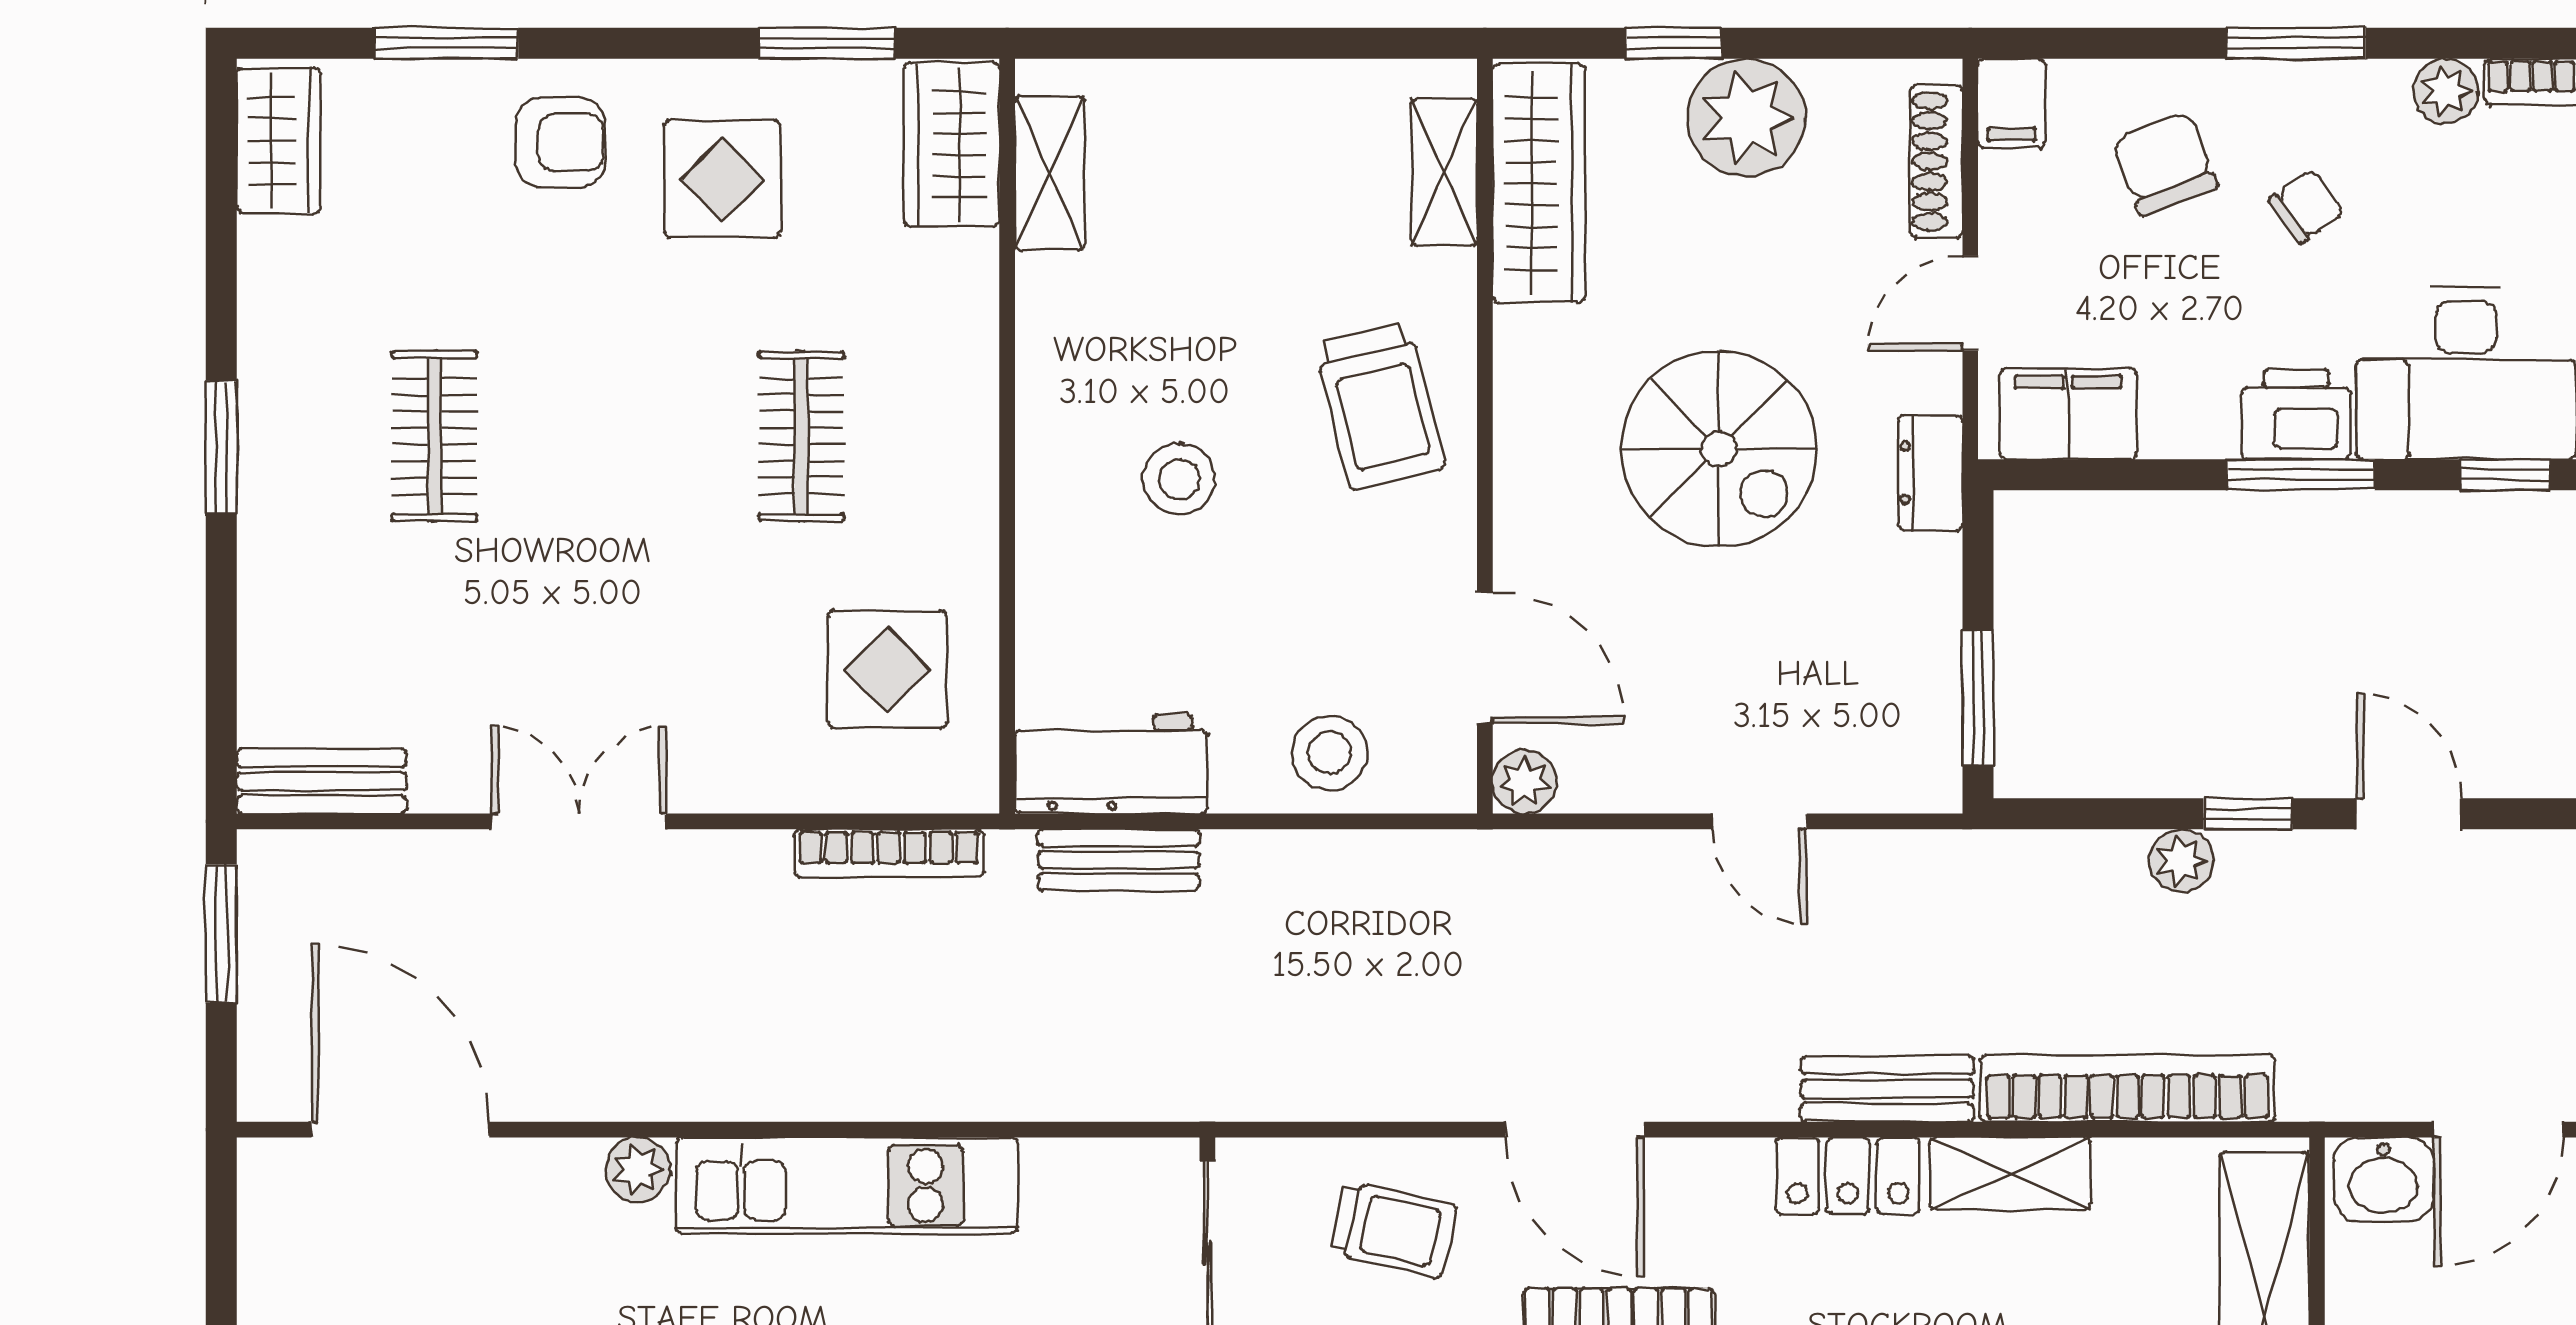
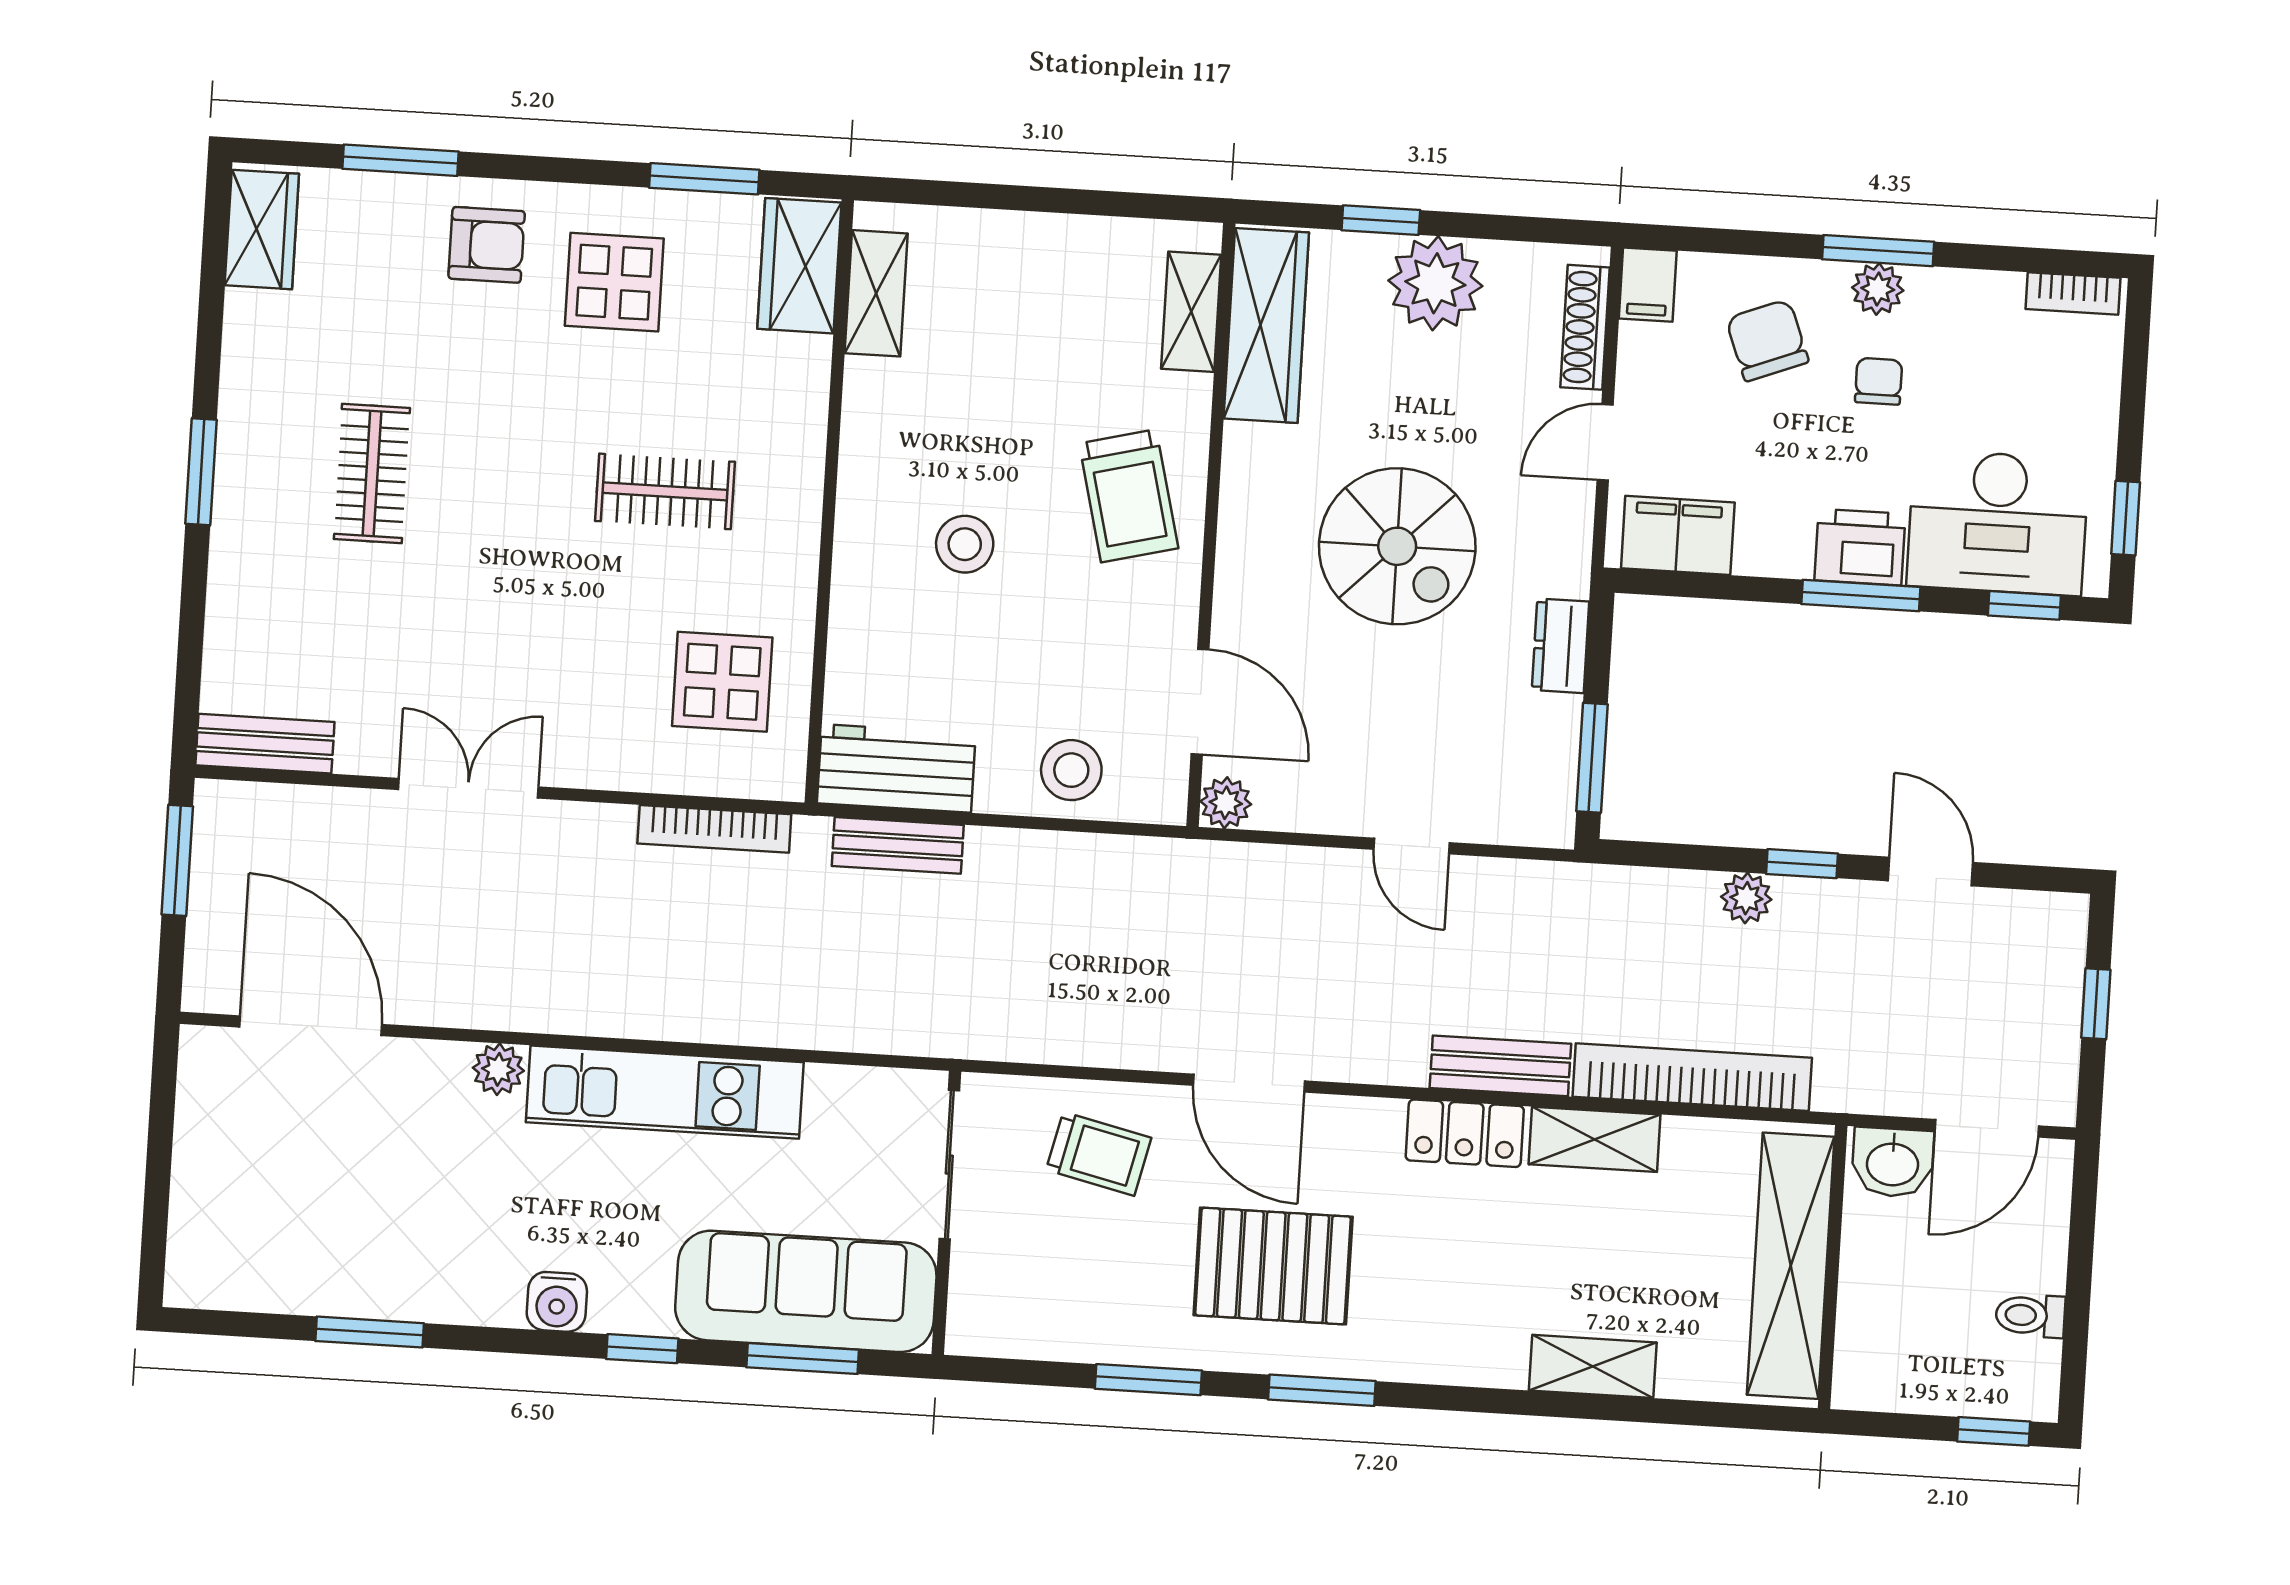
plant: (2446, 91) -> (1878, 289), moved
chair: (2307, 206) -> (1879, 381), turned -54
clothes rail: (801, 436) -> (665, 491), turned 90
dresser: (1930, 473) -> (1561, 646), moved

